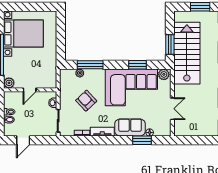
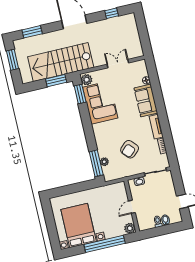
window: (90, 65) -> (96, 163), moved
window: (138, 65) -> (80, 94), moved
corner sofa: (131, 87) -> (100, 103), width x0.73, depth x0.74
door: (30, 90) -> (132, 207), swing flipped
window: (142, 140) -> (156, 86), removed

